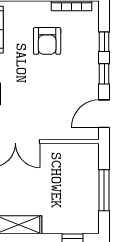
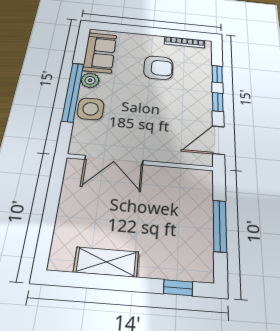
armchair: (47, 41) -> (158, 68), turned -90

